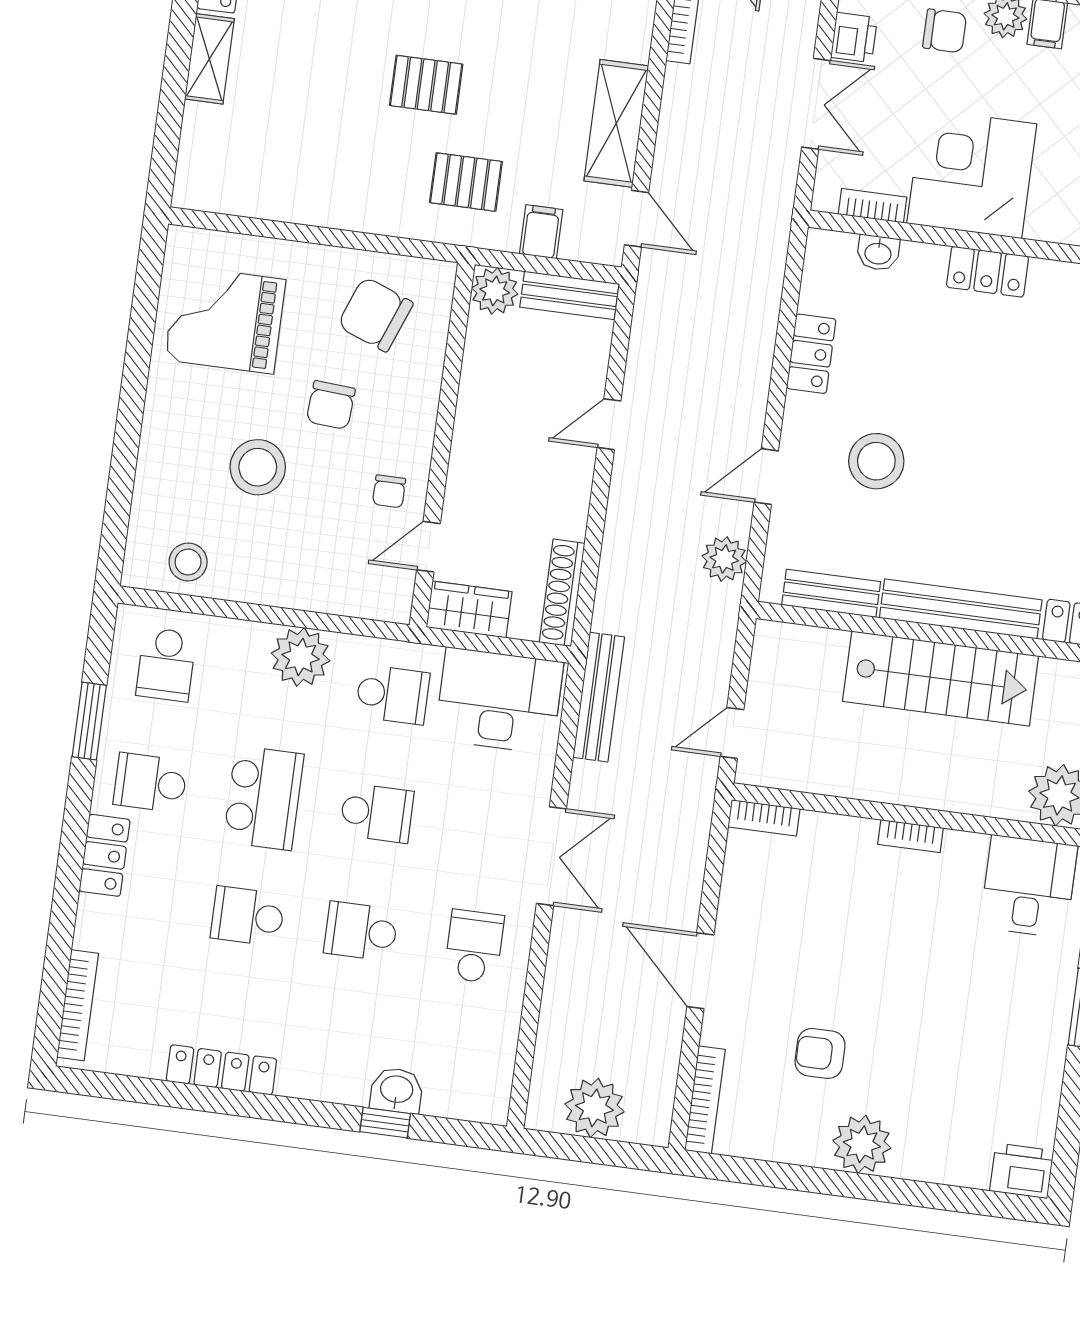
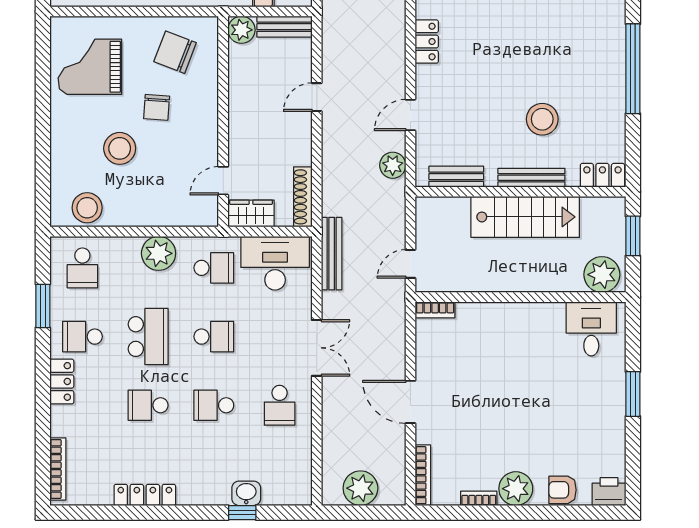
stool: (876, 461) -> (542, 119), moved
chair: (389, 491) -> (196, 152), removed
stool: (188, 562) -> (87, 208), width x1.38, depth x1.38
bench: (961, 609) -> (531, 178), width x0.73, depth x0.82
bookcase: (911, 836) -> (479, 498), moved, turned 180
school desk: (474, 946) -> (280, 405), turned 180
armchair: (820, 1053) -> (562, 490), moved

